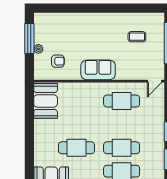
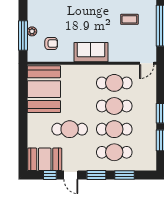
window: (29, 39) -> (23, 35), moved
booth: (46, 101) -> (44, 89), width x1.36, depth x1.42
cafe table: (122, 124) -> (114, 106), added

